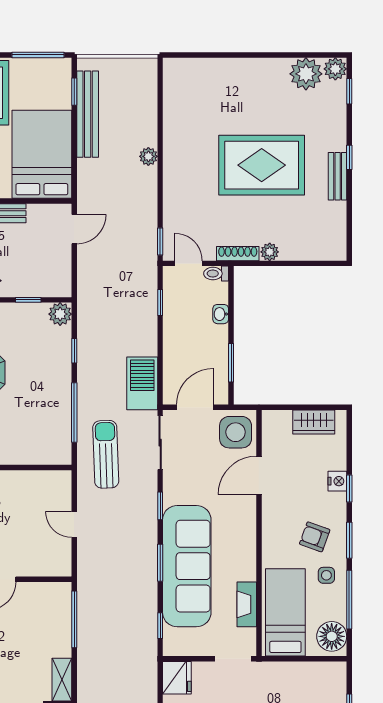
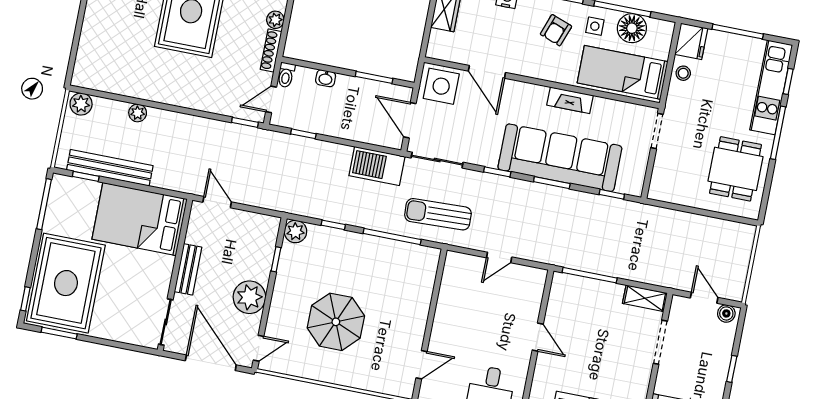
plant: (146, 73) -> (81, 104), added
plant: (148, 156) -> (138, 113), moved
fireplace: (247, 604) -> (570, 100), moved
floor lamp: (332, 636) -> (632, 28), moved
stool: (296, 674) -> (683, 73), added
fridge: (177, 678) -> (691, 41), moved, turned 90

